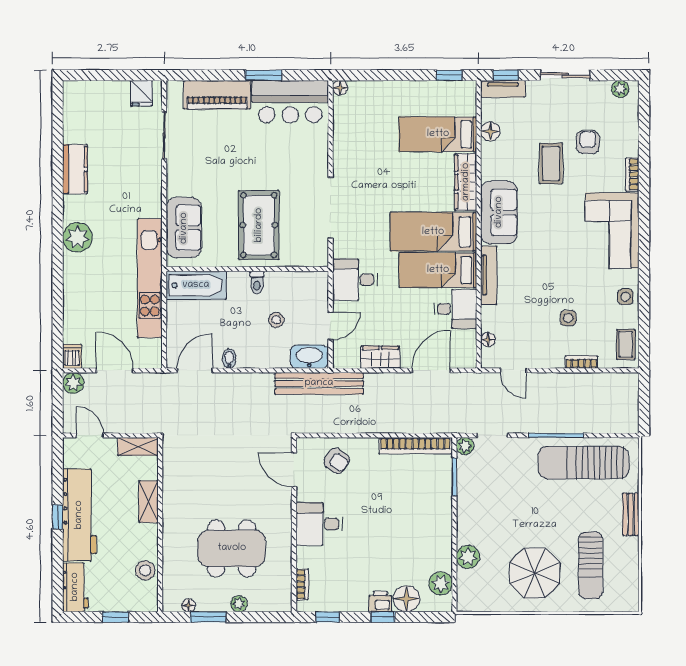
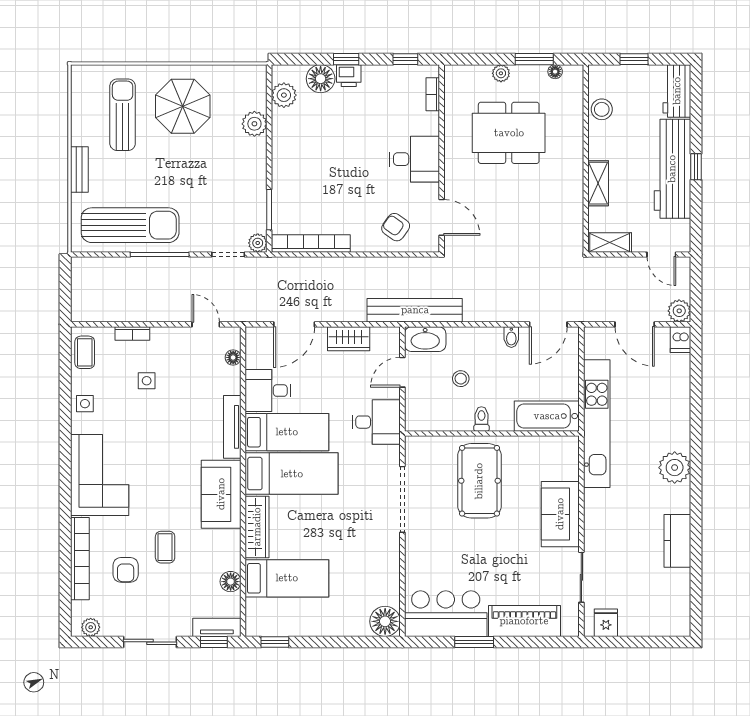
floor lamp: (340, 88) -> (385, 621), width x1.89, depth x1.89
coffee table: (551, 163) -> (165, 547), width x0.73, depth x0.77
bookcase: (632, 174) -> (80, 559), width x2.31, depth x1.31
sofa: (184, 228) -> (560, 514), moved

